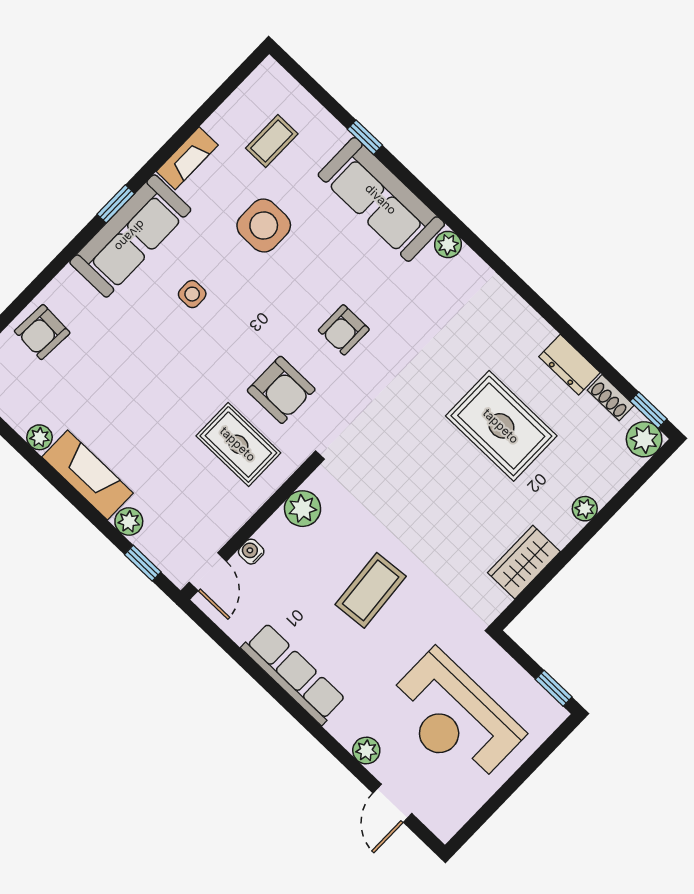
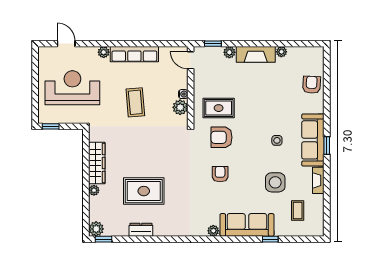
shoe rack: (611, 398) -> (119, 232), removed
water cooler: (251, 552) -> (183, 94), moved
wardrobe: (524, 562) -> (97, 163), width x1.50
plant: (366, 751) -> (104, 52), moved

